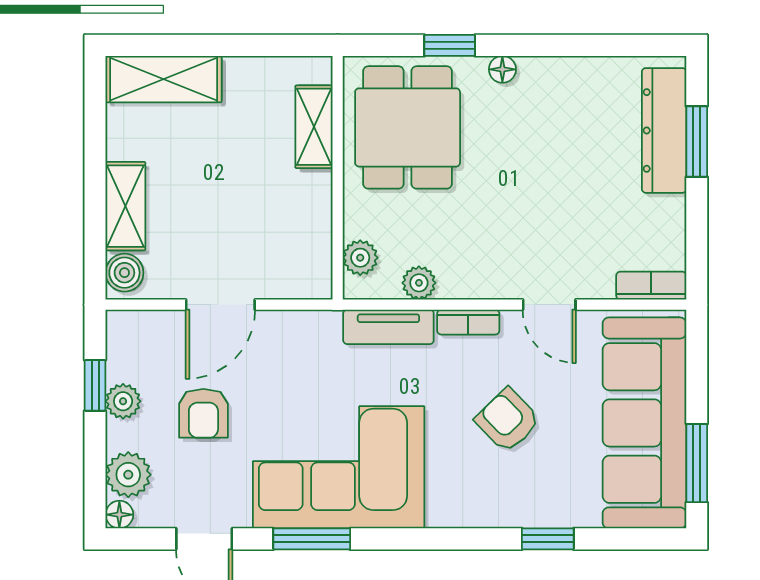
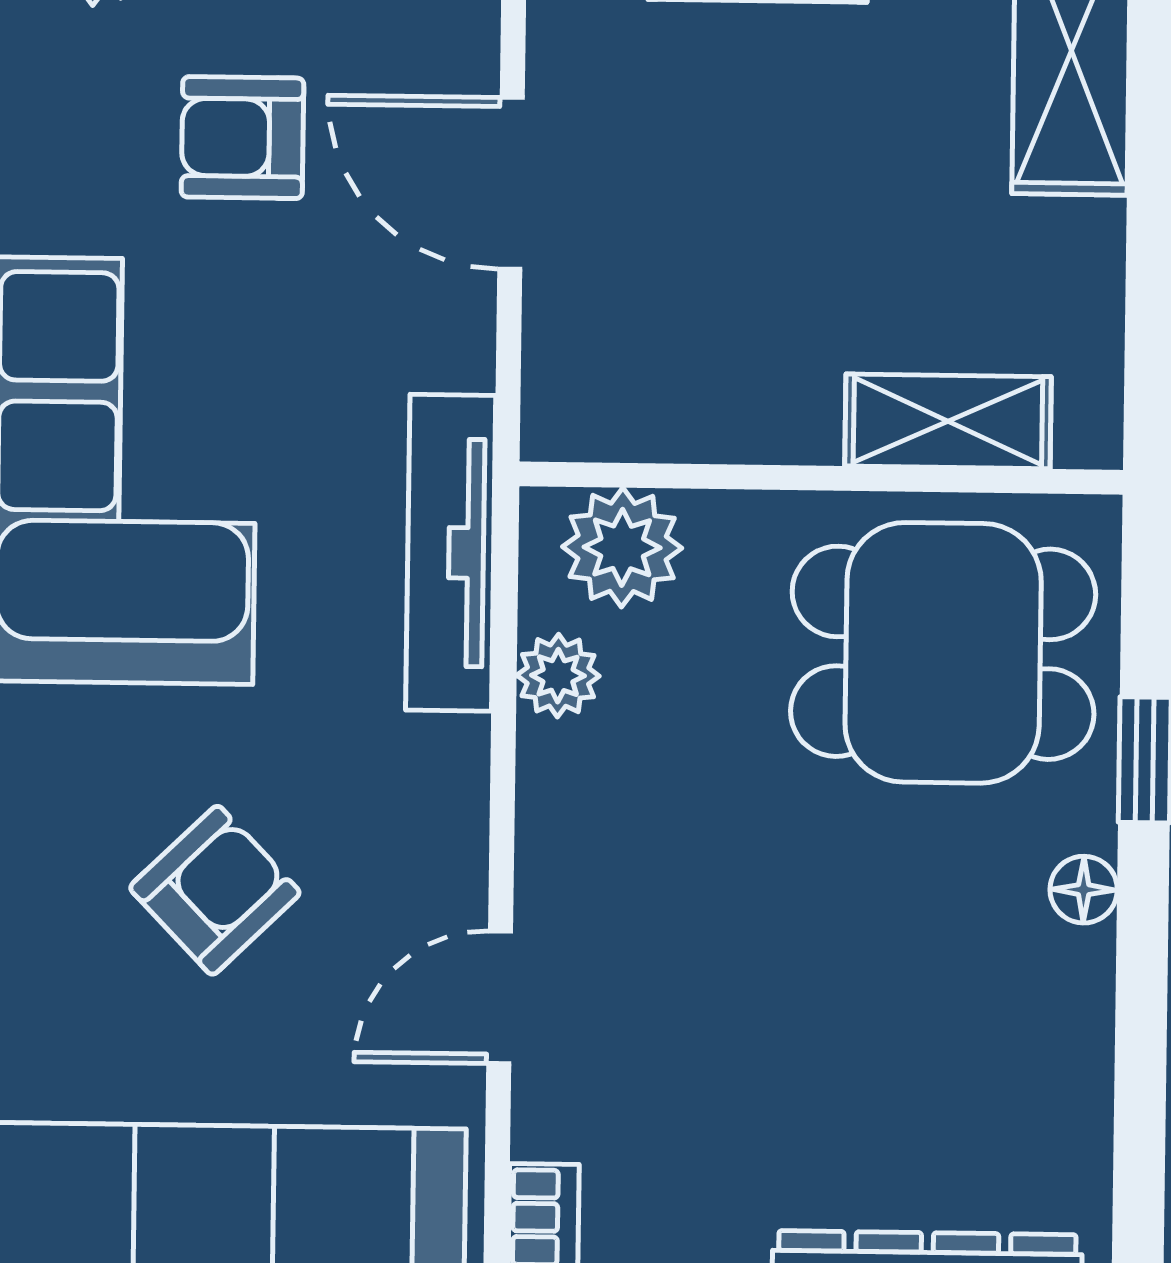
plant: (360, 258) -> (622, 547), width x1.38, depth x1.38
bookcase: (468, 322) -> (459, 796), removed
tv unit: (388, 327) -> (451, 553), width x1.41

